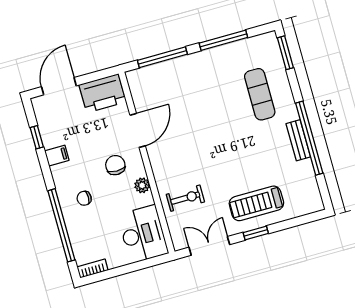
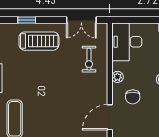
exercise bike: (185, 198) -> (89, 59), turned -90
window: (256, 233) -> (27, 20), moved

